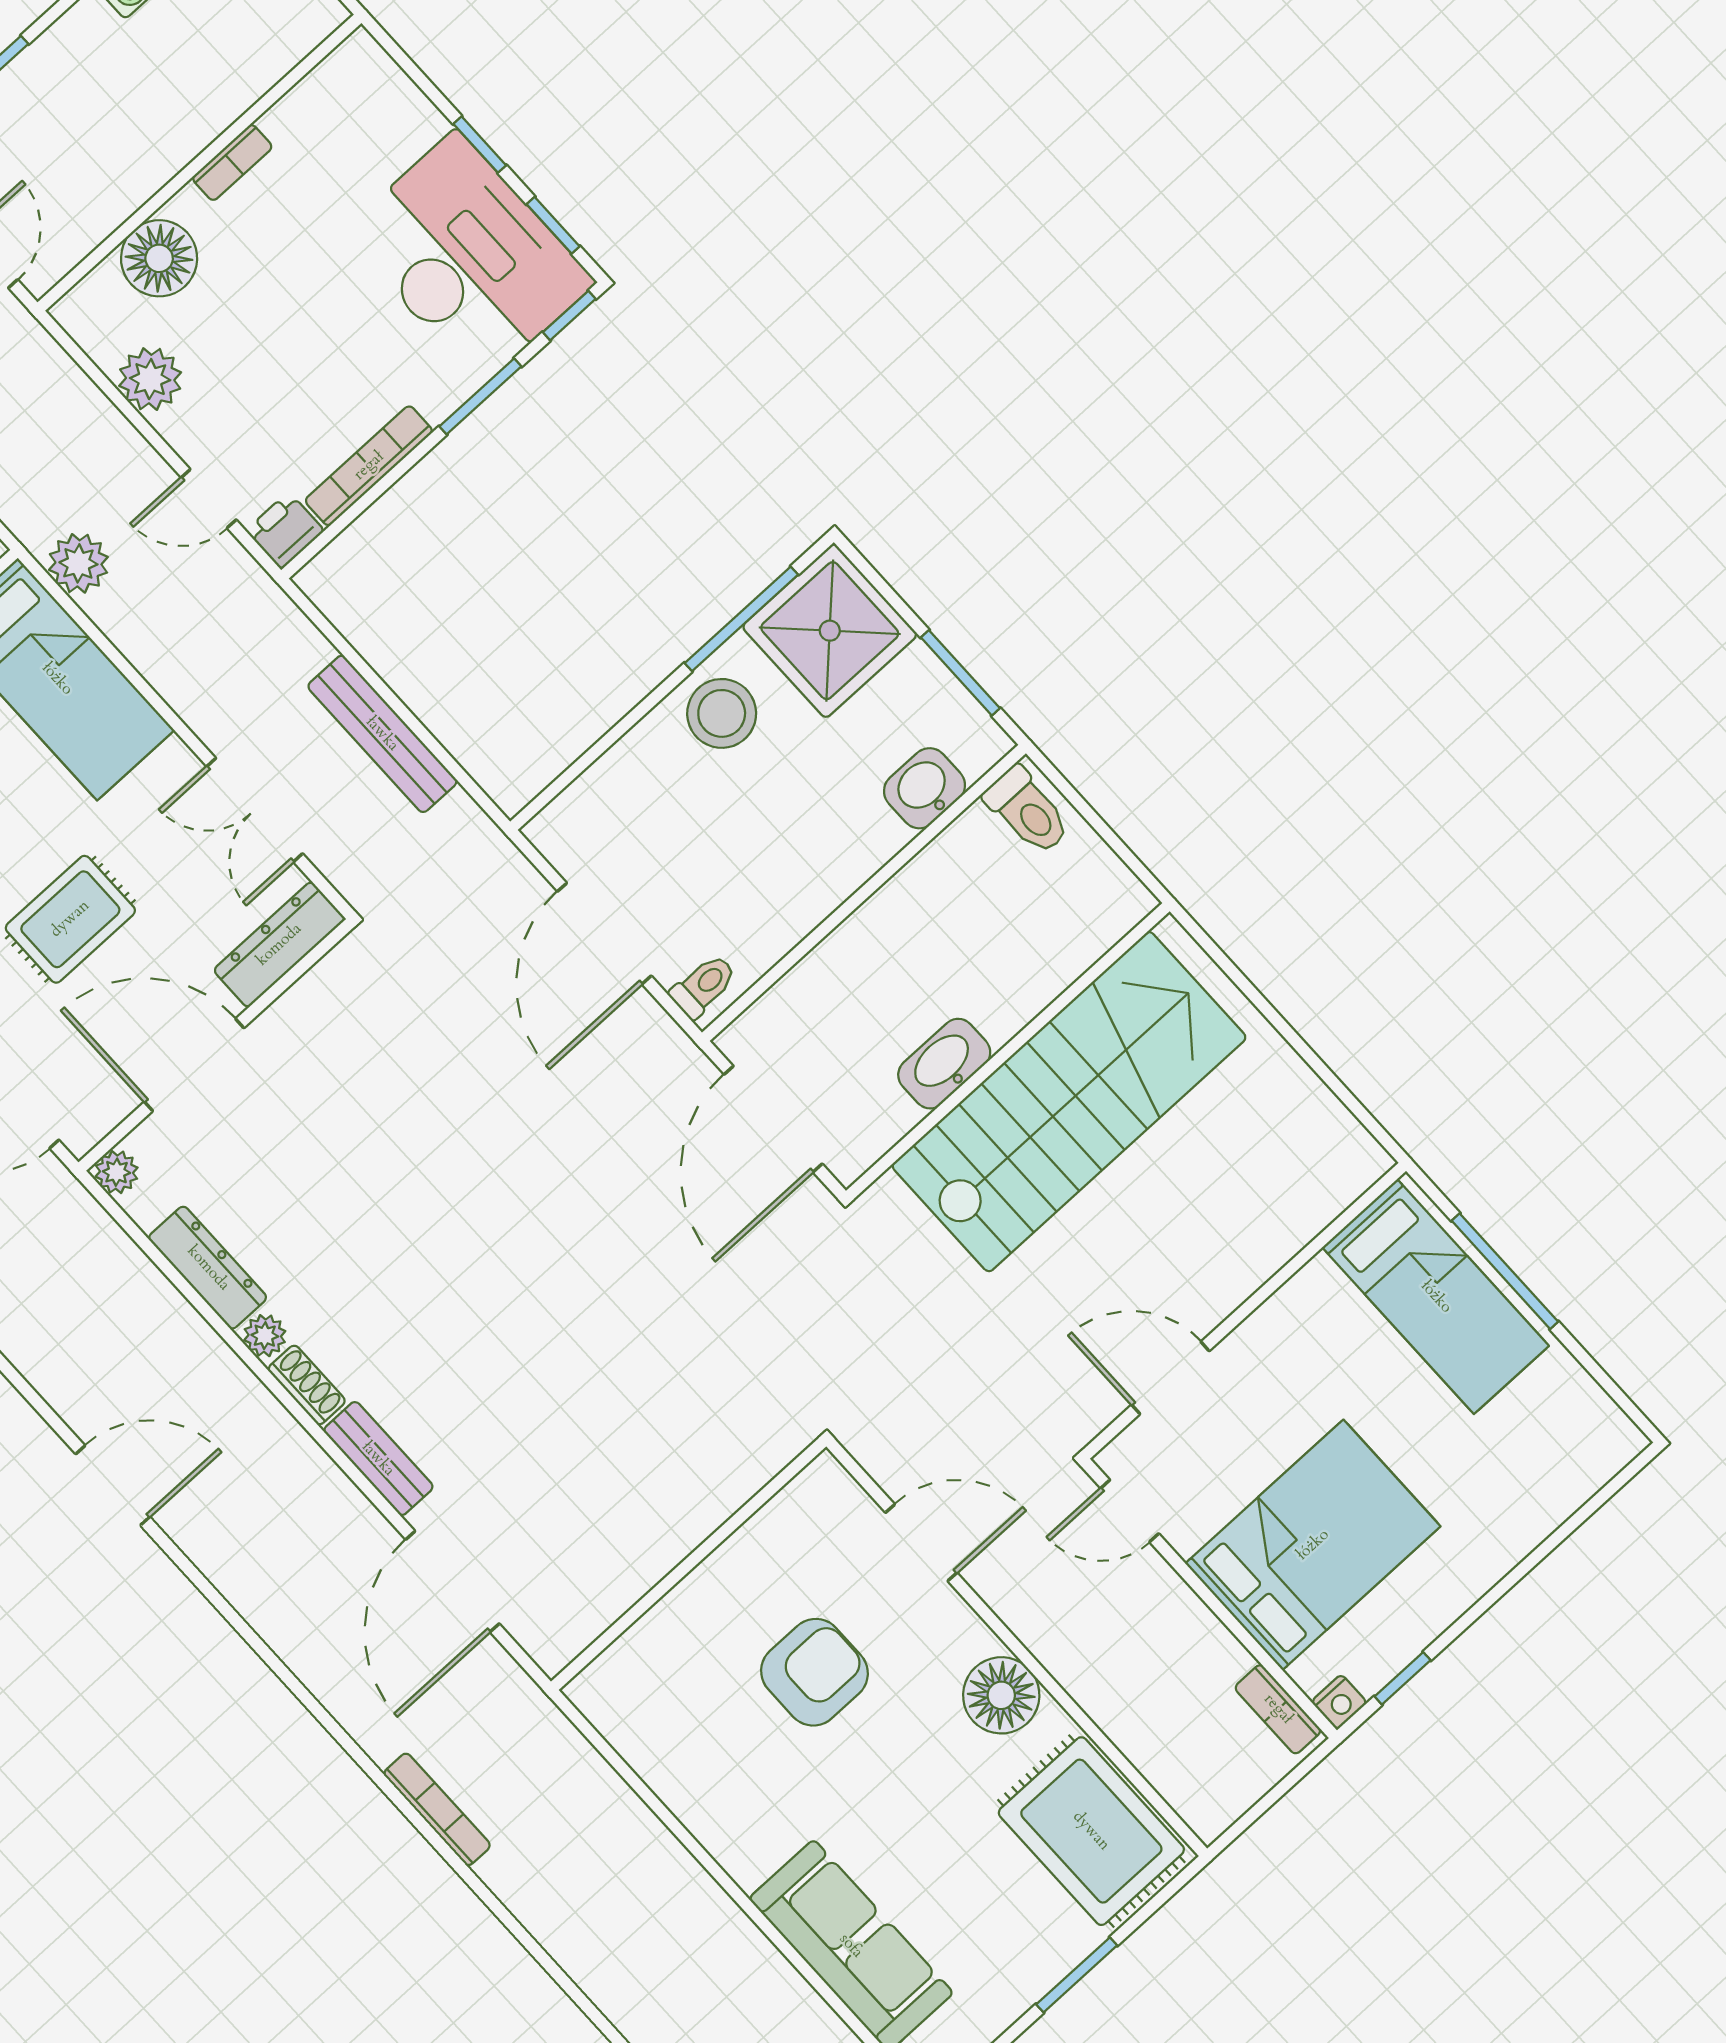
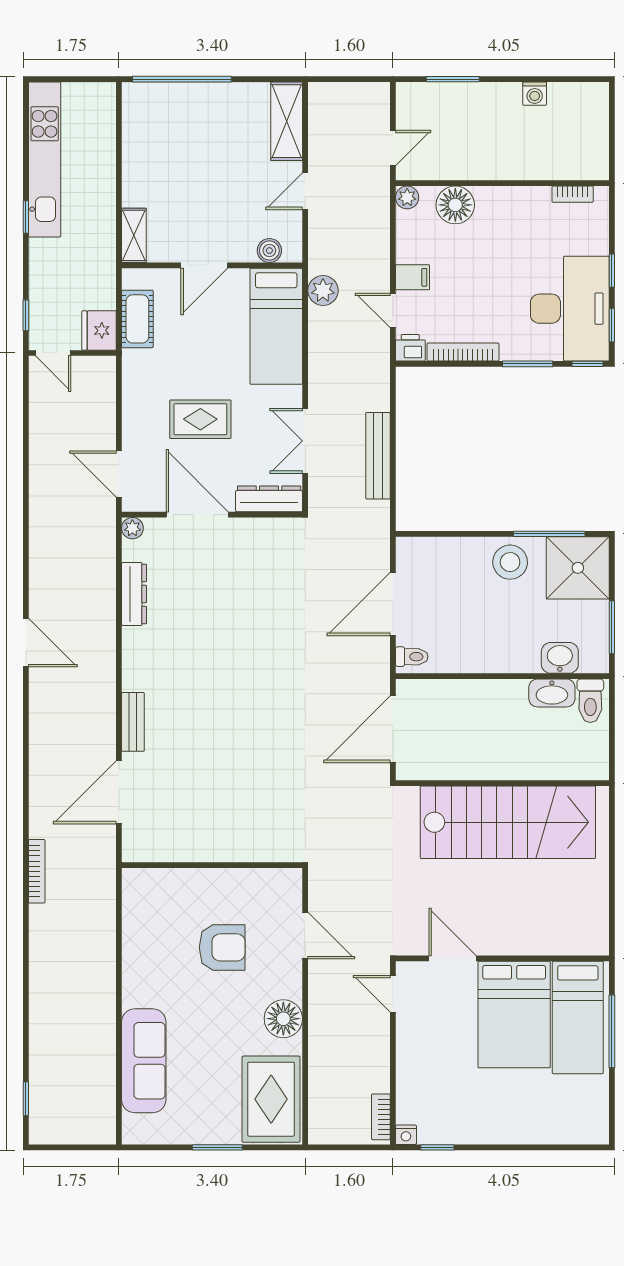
bookcase: (232, 162) -> (573, 194), moved
plant: (150, 379) -> (407, 197), moved, width x0.73, depth x0.73
filing cabinet: (193, 423) -> (412, 277), added
washbasin: (944, 1064) -> (552, 693), moved, turned 180
plant: (265, 1336) -> (132, 638), removed
shoe rack: (307, 1385) -> (131, 671), removed
bed: (1313, 1545) -> (514, 1015), moved, turned 90

